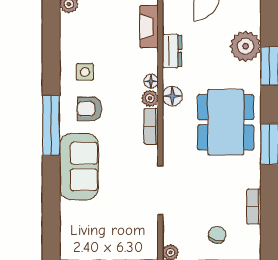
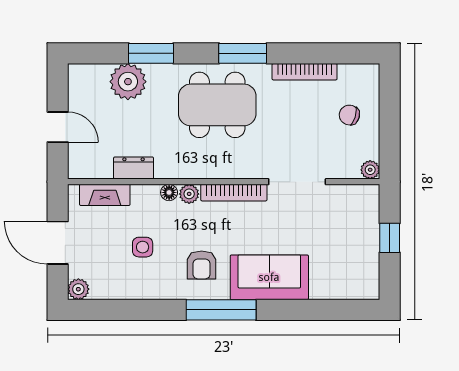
side table: (85, 72) -> (143, 247), moved
floor lamp: (172, 96) -> (186, 168), removed
bookcase: (151, 126) -> (234, 193), width x1.56
bookcase: (254, 206) -> (305, 72), width x1.56

